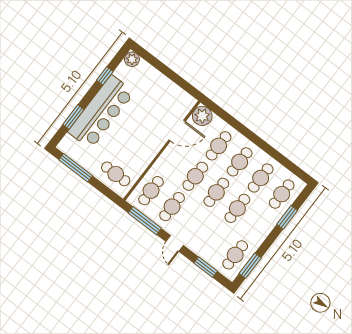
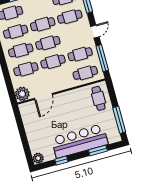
door: (177, 131) -> (43, 96), swing flipped
cafe table: (214, 239) -> (70, 17), added

